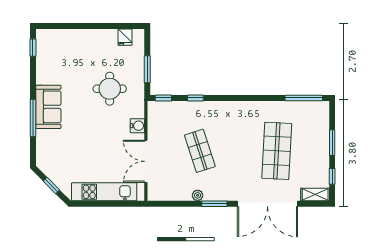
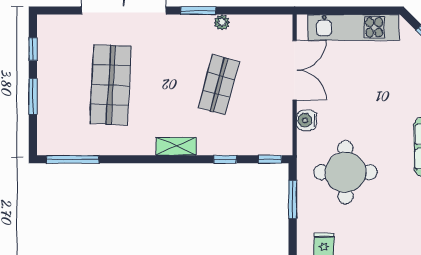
round table: (110, 89) -> (345, 172), width x1.36, depth x1.36
shop shelf: (200, 151) -> (219, 85), turned 33
shelving: (315, 195) -> (176, 146), moved

